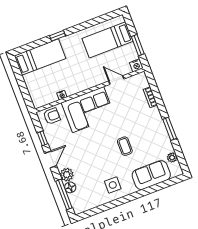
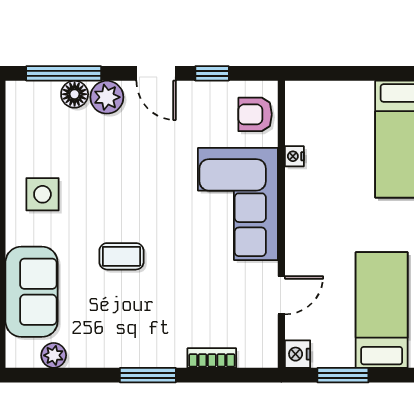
armchair: (52, 116) -> (255, 114), turned 90
window: (170, 129) -> (148, 375), moved

